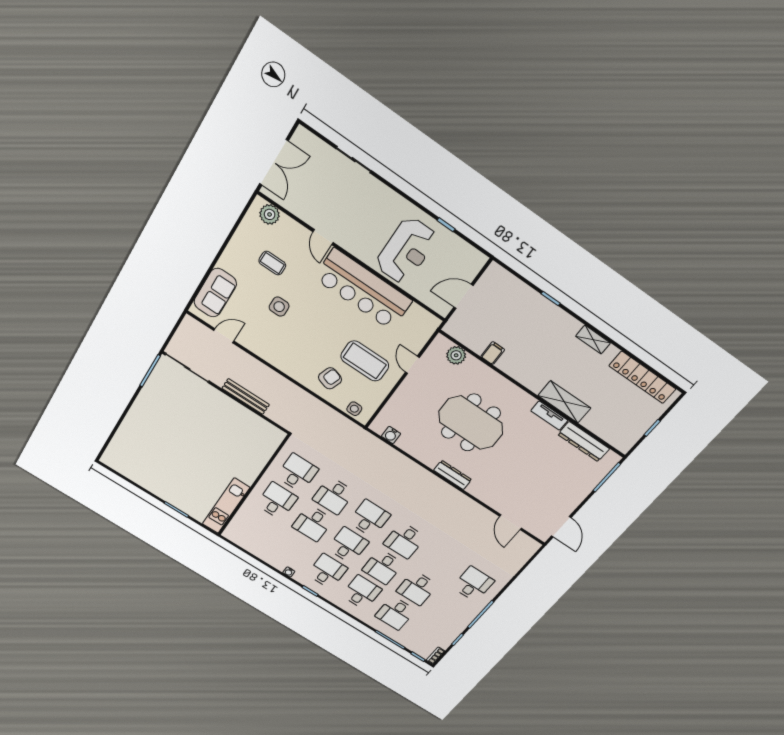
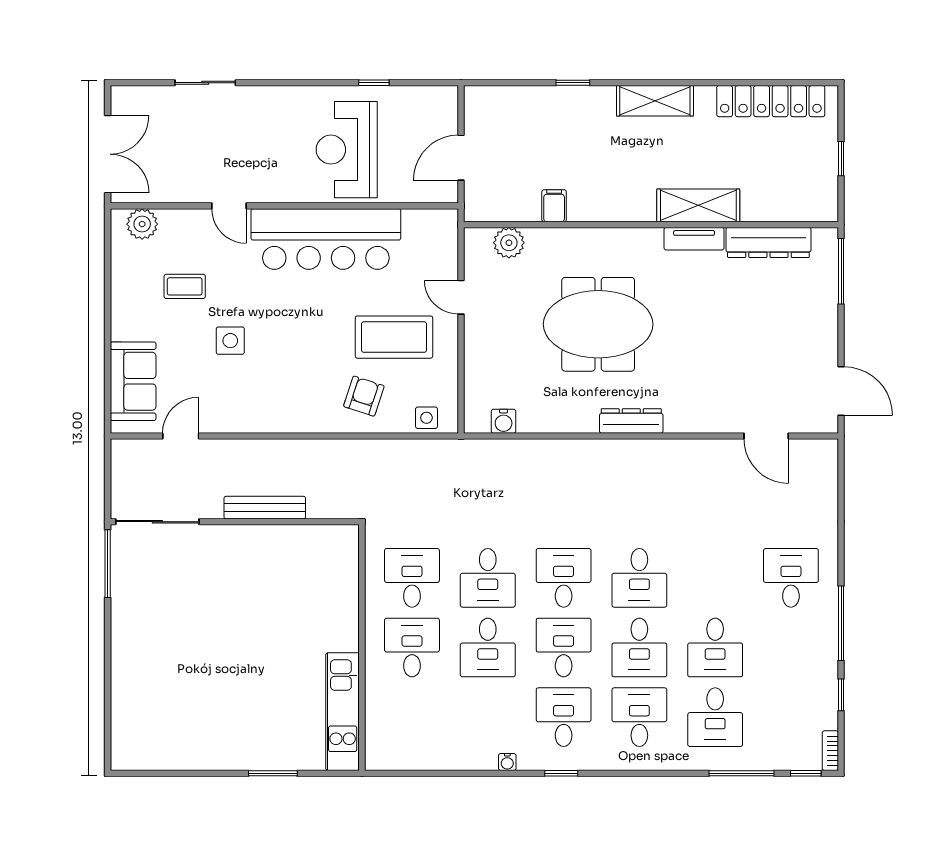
reception desk: (406, 251) -> (347, 150), turned 180
shelving: (593, 340) -> (655, 101), width x1.50, depth x1.33

